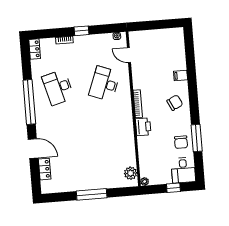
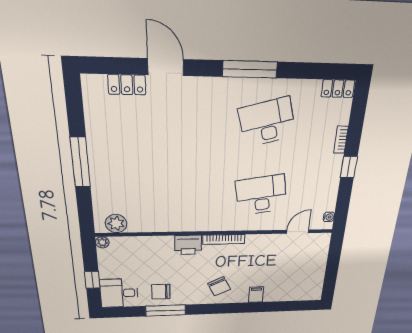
desk: (104, 84) -> (261, 195), turned -30
window: (29, 102) -> (250, 69), width x0.68
door: (33, 149) -> (166, 67), swing flipped

